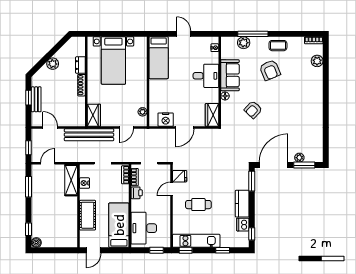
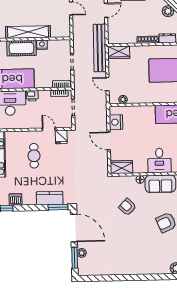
shelving: (71, 180) -> (28, 32), moved, width x1.47
nightstand: (84, 183) -> (42, 45), moved
printer: (137, 193) -> (32, 96), moved
kitchen counter: (242, 204) -> (50, 198), moved

